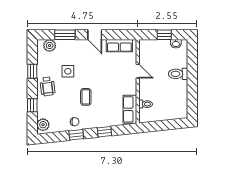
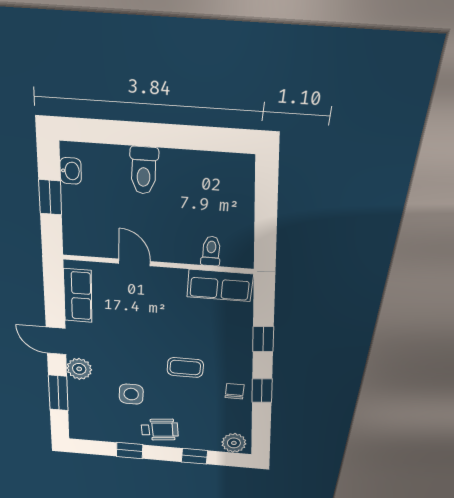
door: (95, 35) -> (56, 341), swing flipped
plant: (50, 46) -> (79, 369), moved
door: (138, 71) -> (135, 262), hinge flipped

